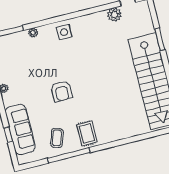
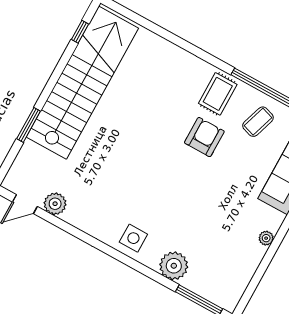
plant: (33, 33) -> (174, 266), width x1.88, depth x1.88
armchair: (62, 91) -> (204, 137), moved

